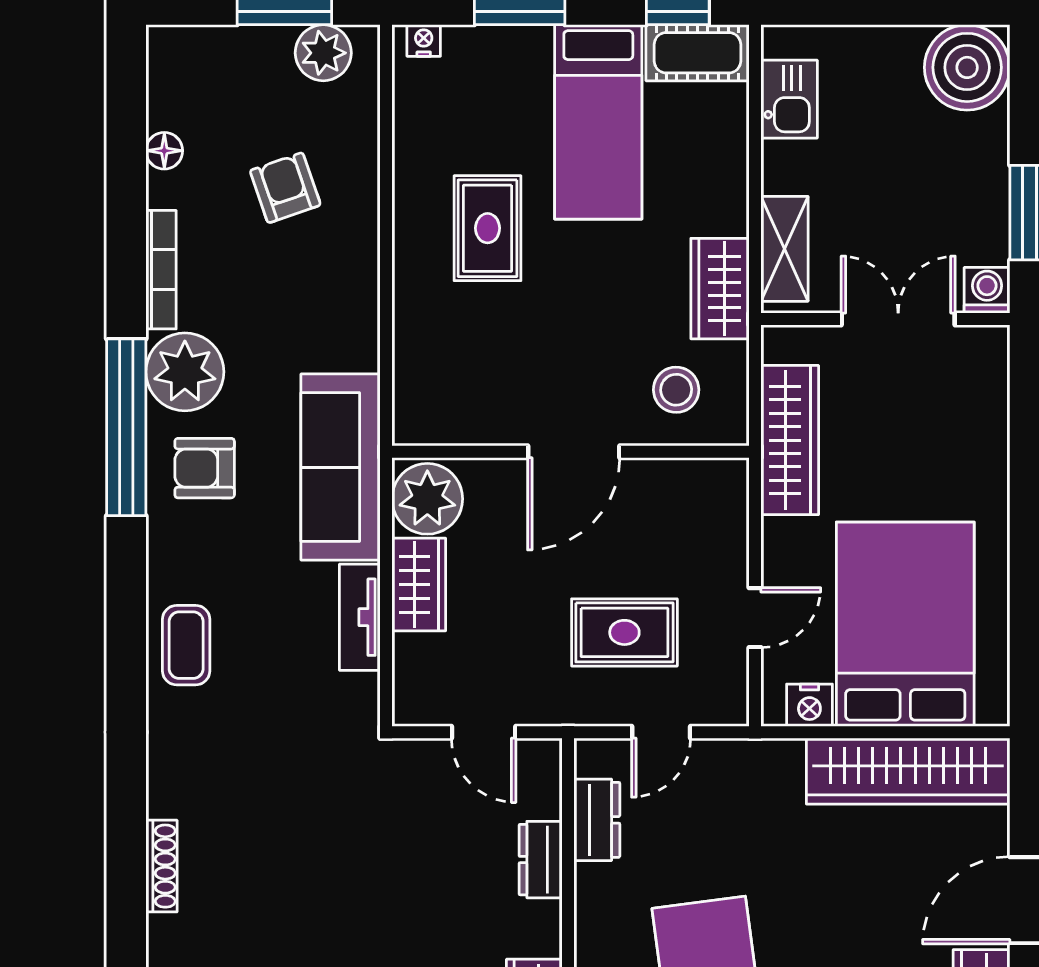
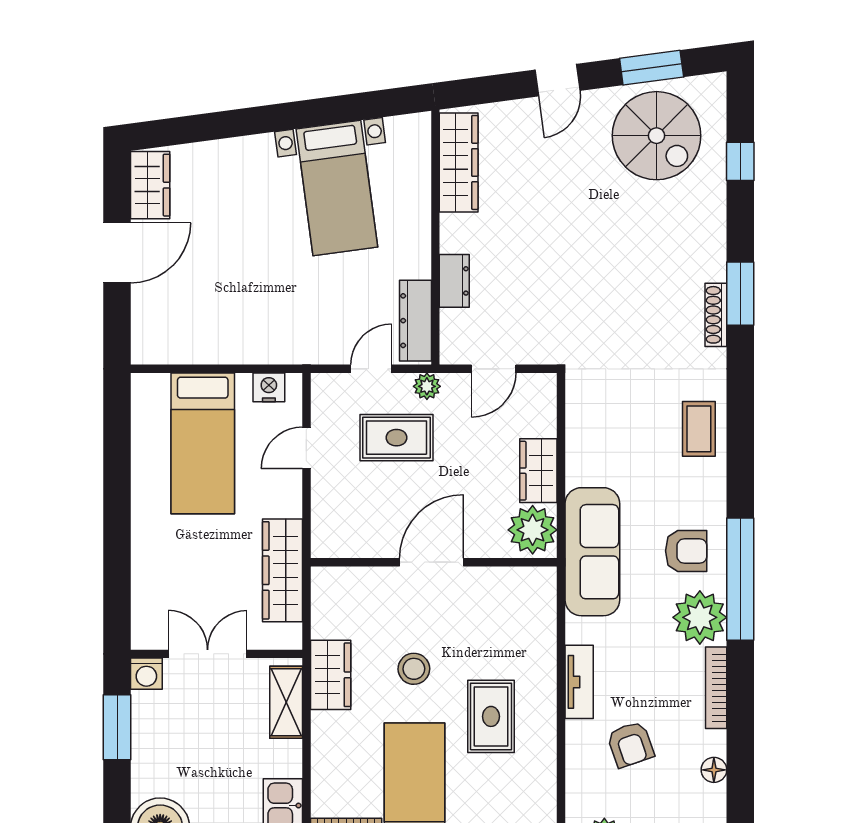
double door: (898, 319) -> (208, 654), swing flipped
stool: (676, 390) -> (414, 669), moved
tv unit: (360, 617) -> (579, 682), moved
bed: (905, 624) -> (203, 443), width x0.67
plant: (580, 707) -> (427, 386), added
door: (484, 732) -> (494, 369), swing flipped
wardrobe: (908, 771) -> (201, 342), removed
dresser: (597, 820) -> (416, 321), width x1.44
window: (126, 841) -> (740, 294), added
shoe rack: (161, 866) -> (716, 315), moved

